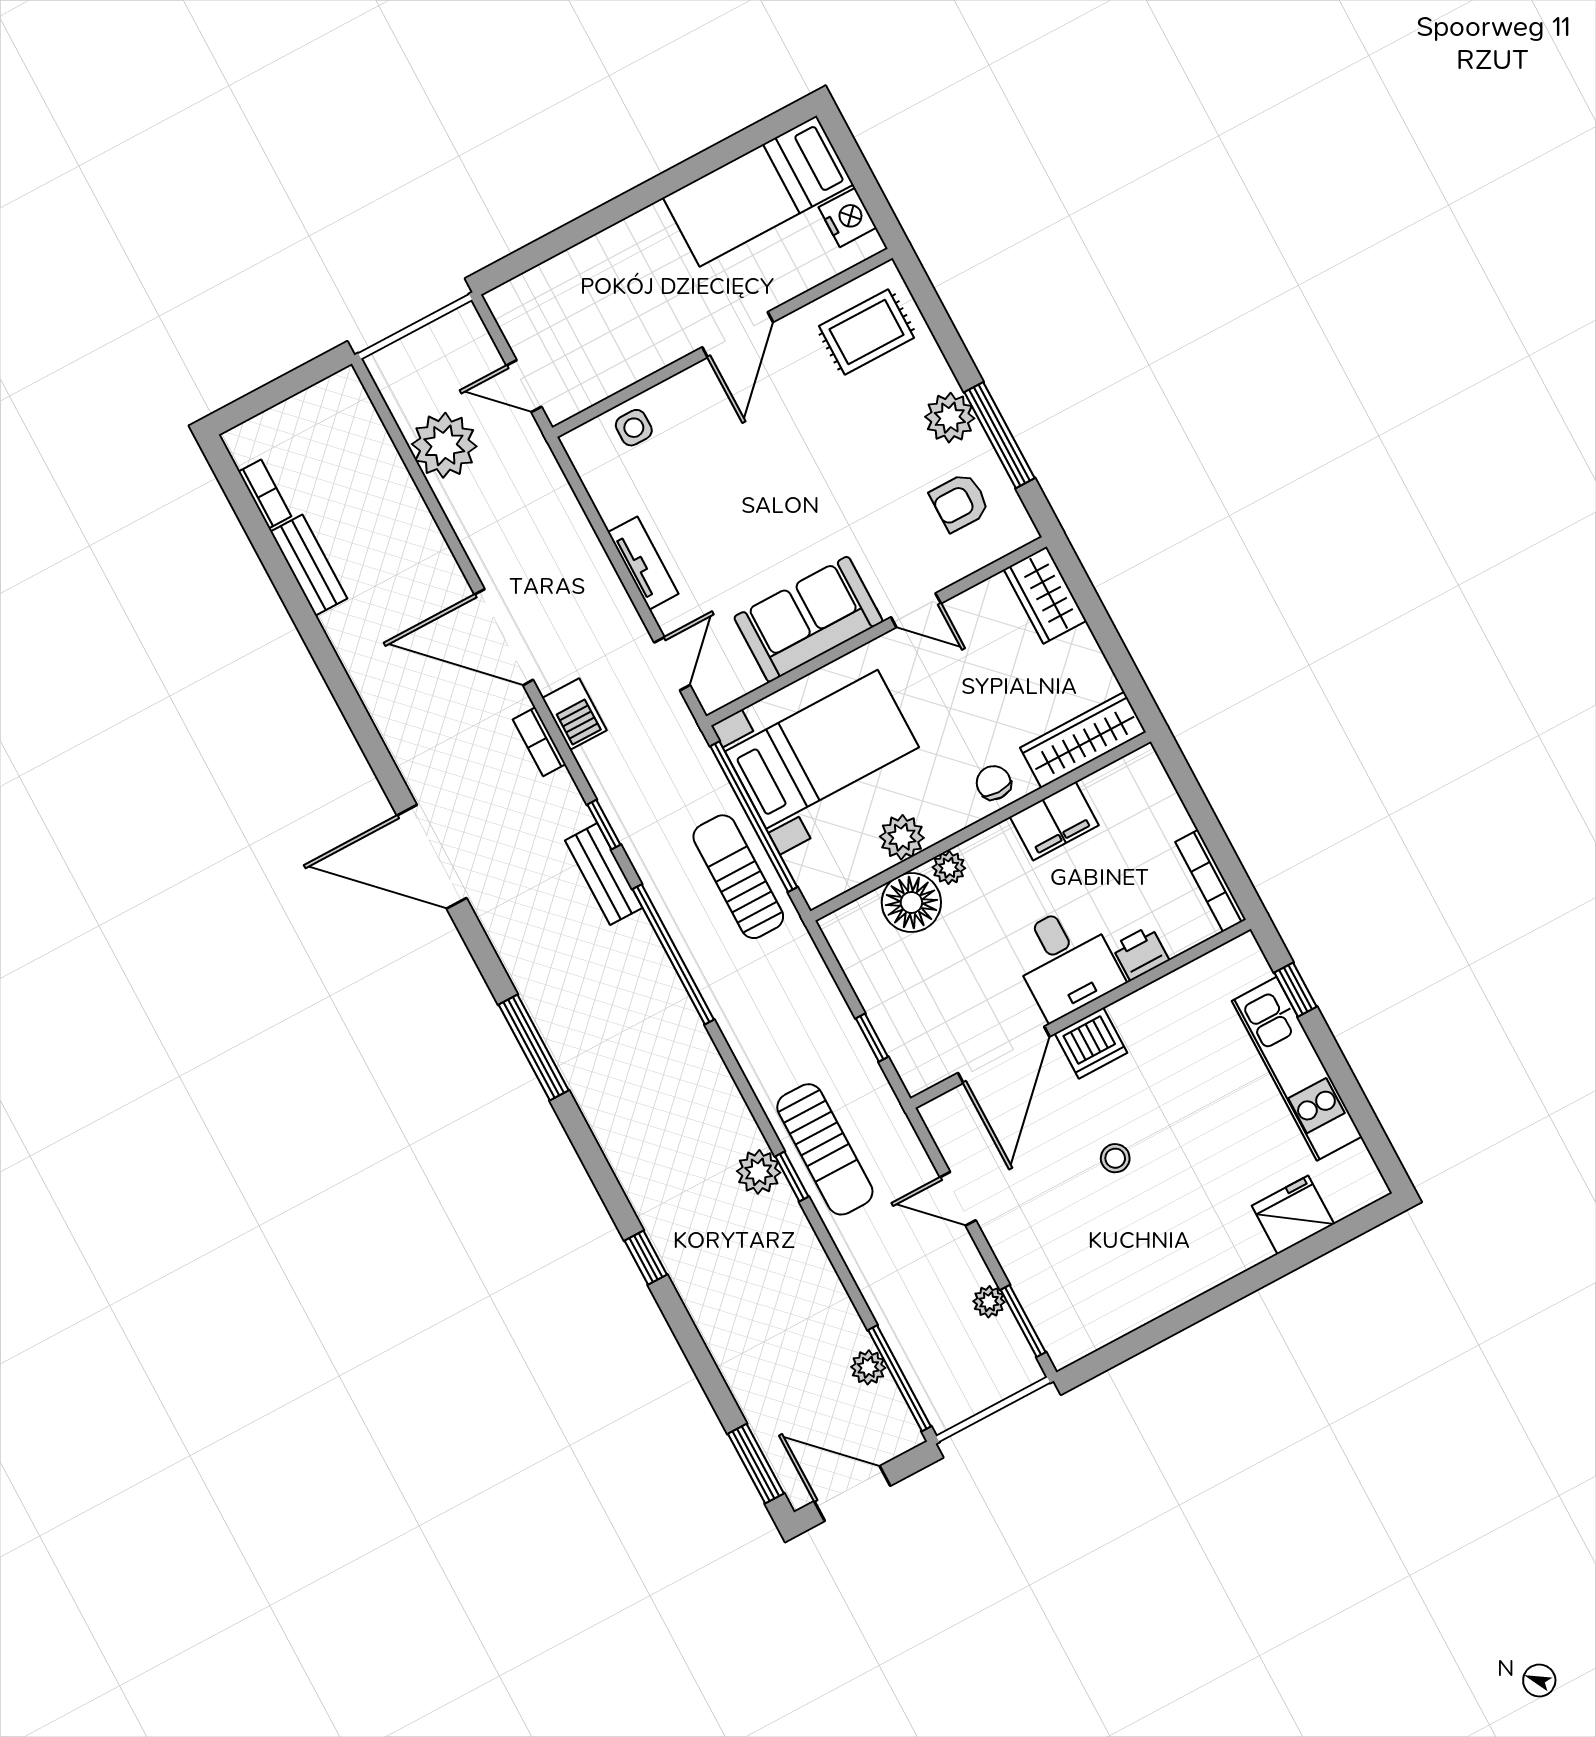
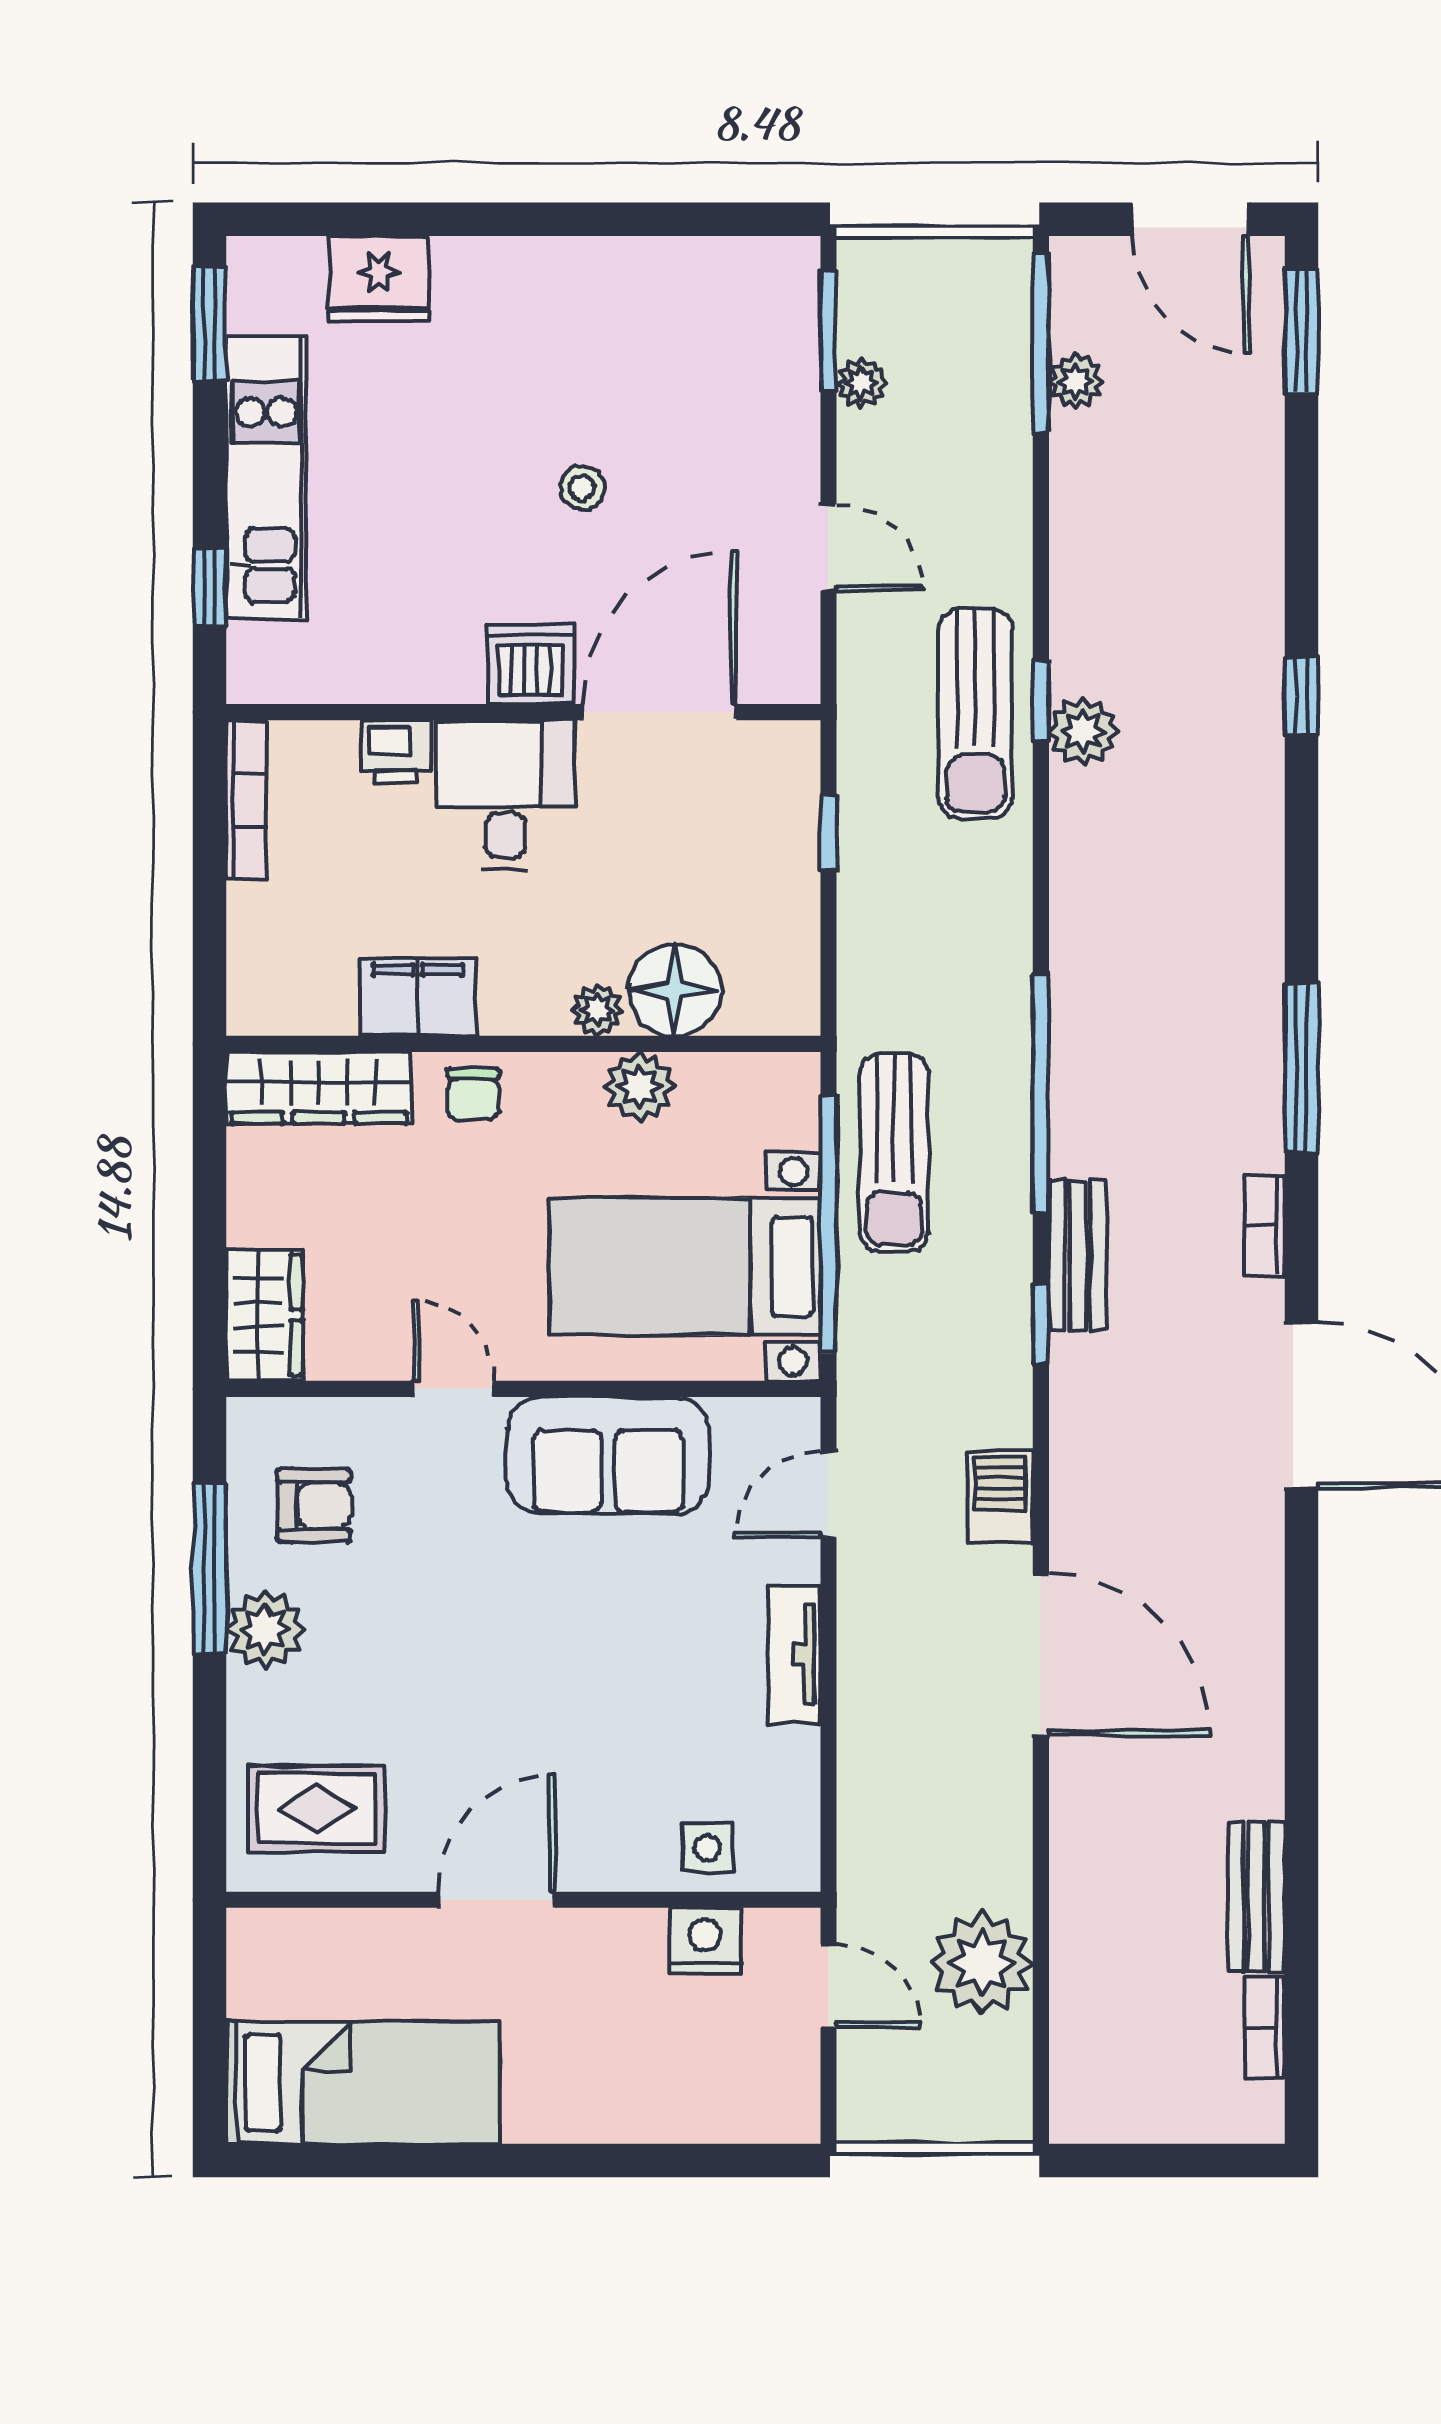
nightstand: (848, 217) -> (705, 1940), moved, turned 90
bookcase: (539, 742) -> (1265, 1225), moved, turned 180
window: (1375, 1138) -> (209, 324), added
sun lounger: (825, 1149) -> (975, 713), turned 180

